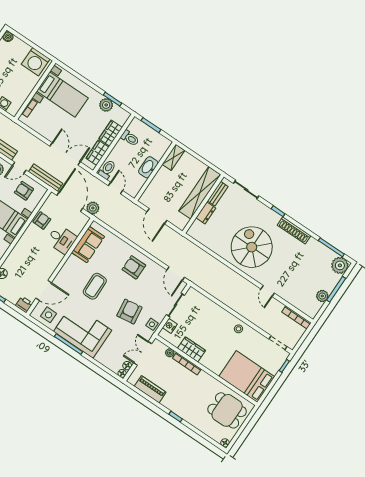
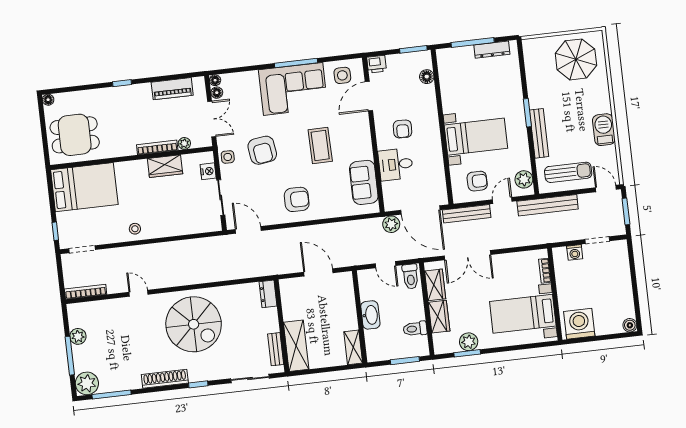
shelving: (200, 193) -> (296, 346), width x0.68
dresser: (206, 213) -> (268, 294), moved
armchair: (42, 221) -> (403, 129), moved

